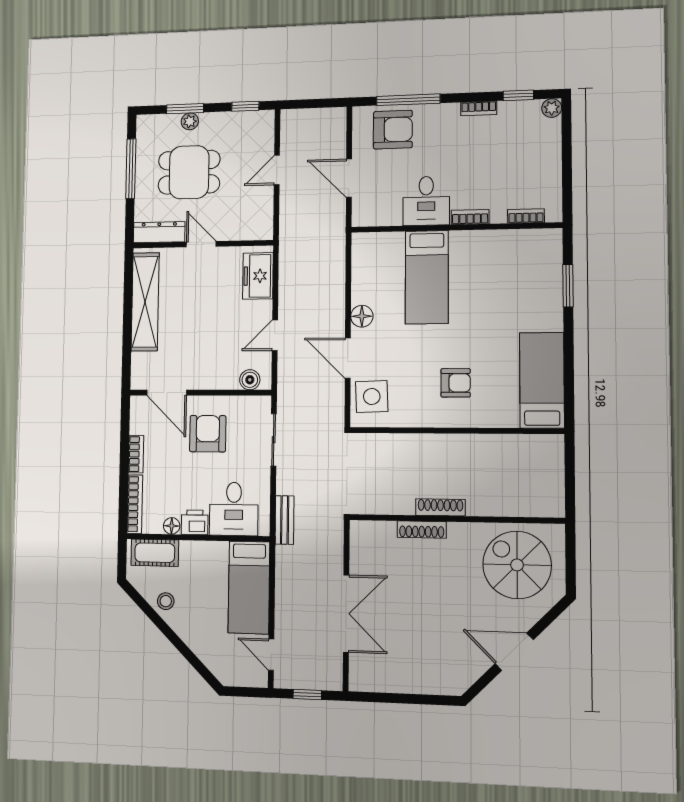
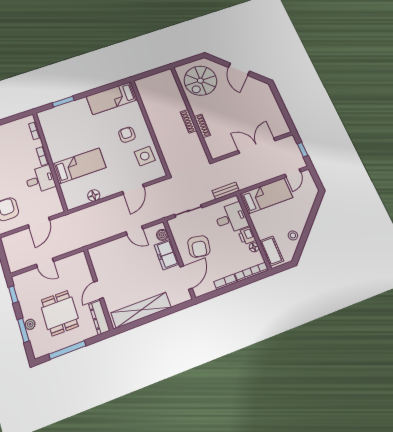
freezer: (258, 276) -> (167, 254), moved, turned 90
floor lamp: (362, 316) -> (94, 195), moved
side table: (372, 397) -> (145, 156), moved
armchair: (208, 434) -> (199, 246), turned -80

